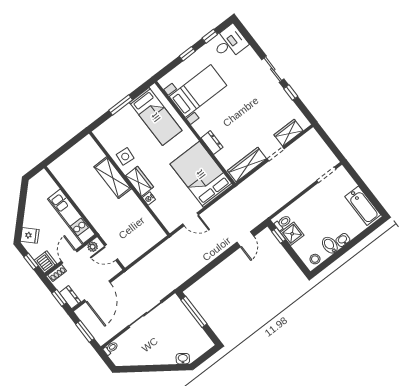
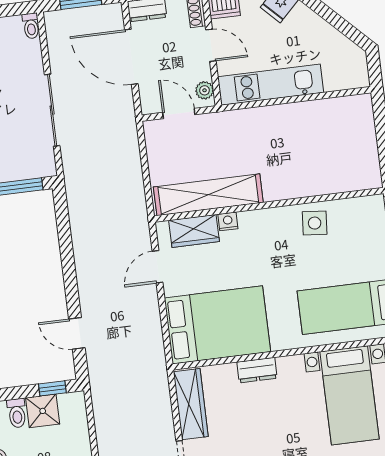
shelving: (113, 178) -> (208, 195), moved, width x1.47
wardrobe: (139, 181) -> (194, 231), moved
toilet: (283, 223) -> (17, 413), moved
door: (111, 252) -> (179, 114), hinge flipped

